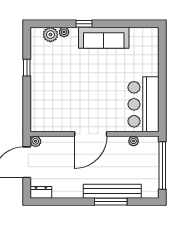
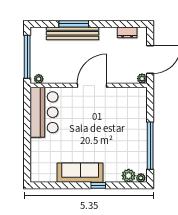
plant: (64, 32) -> (141, 178), moved
window: (27, 68) -> (150, 146), width x3.17
plant: (134, 141) -> (39, 79), moved
dresser: (41, 192) -> (127, 32), moved

